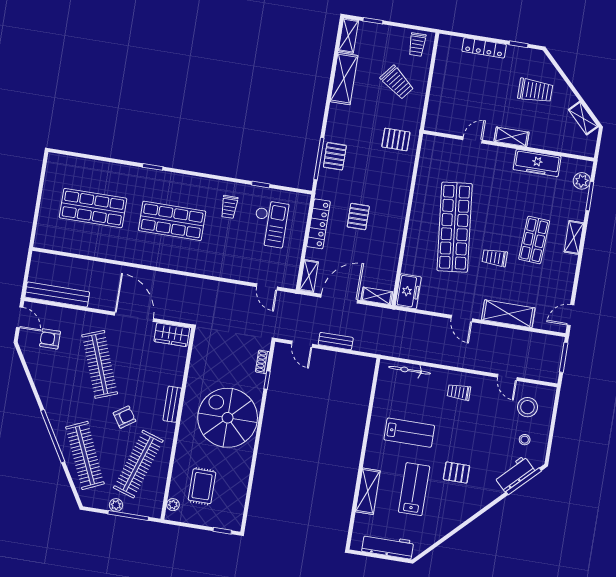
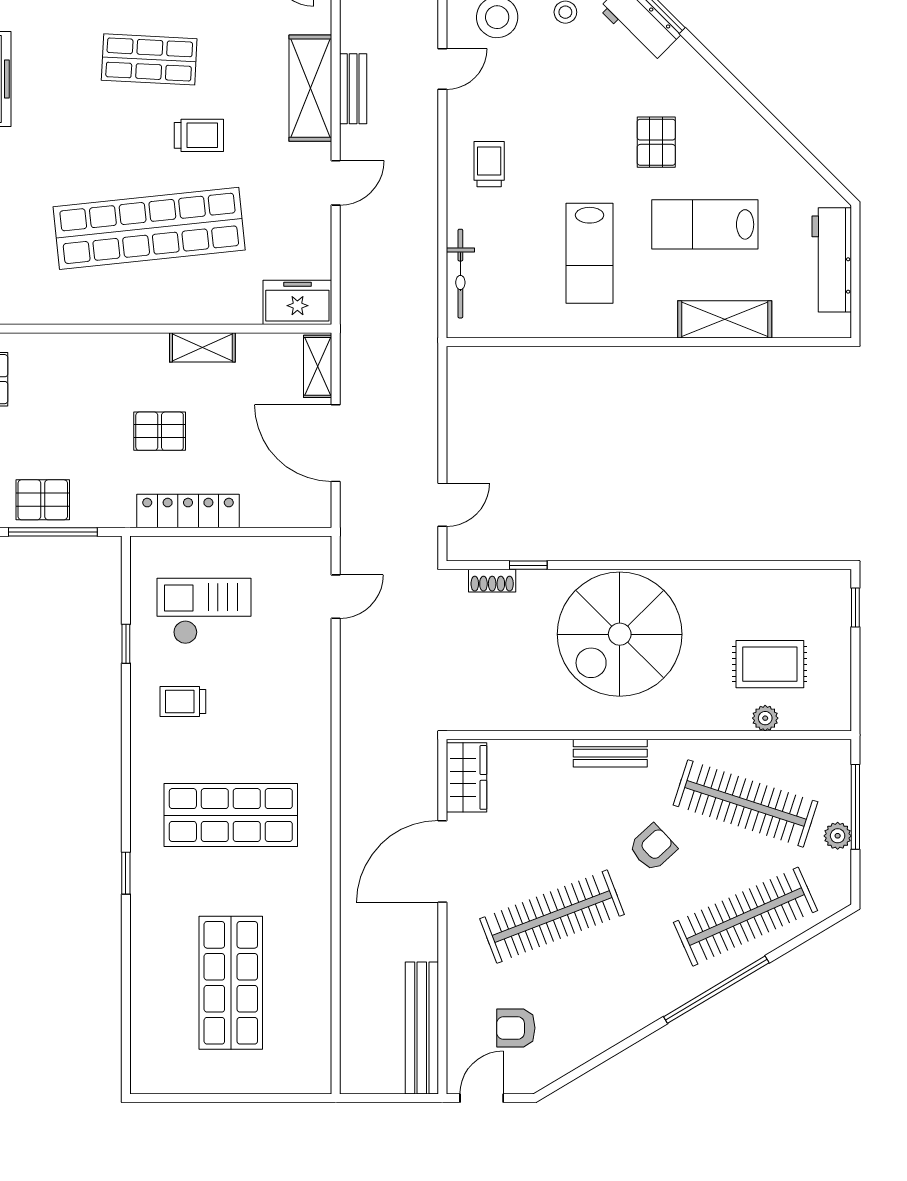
trolley: (229, 207) -> (183, 701), turned 180
shop shelf: (172, 221) -> (231, 815), turned 90
trolley: (495, 258) -> (199, 135), turned -90
shelving: (309, 276) -> (202, 347), moved
armchair: (50, 339) -> (516, 1028), turned 90
bench: (336, 341) -> (353, 89), moved
trolley: (459, 392) -> (489, 164), turned 180
armchair: (125, 417) -> (653, 848), turned 81
lab bench: (409, 433) -> (590, 253), turned 180
plant: (173, 505) -> (765, 718), moved

